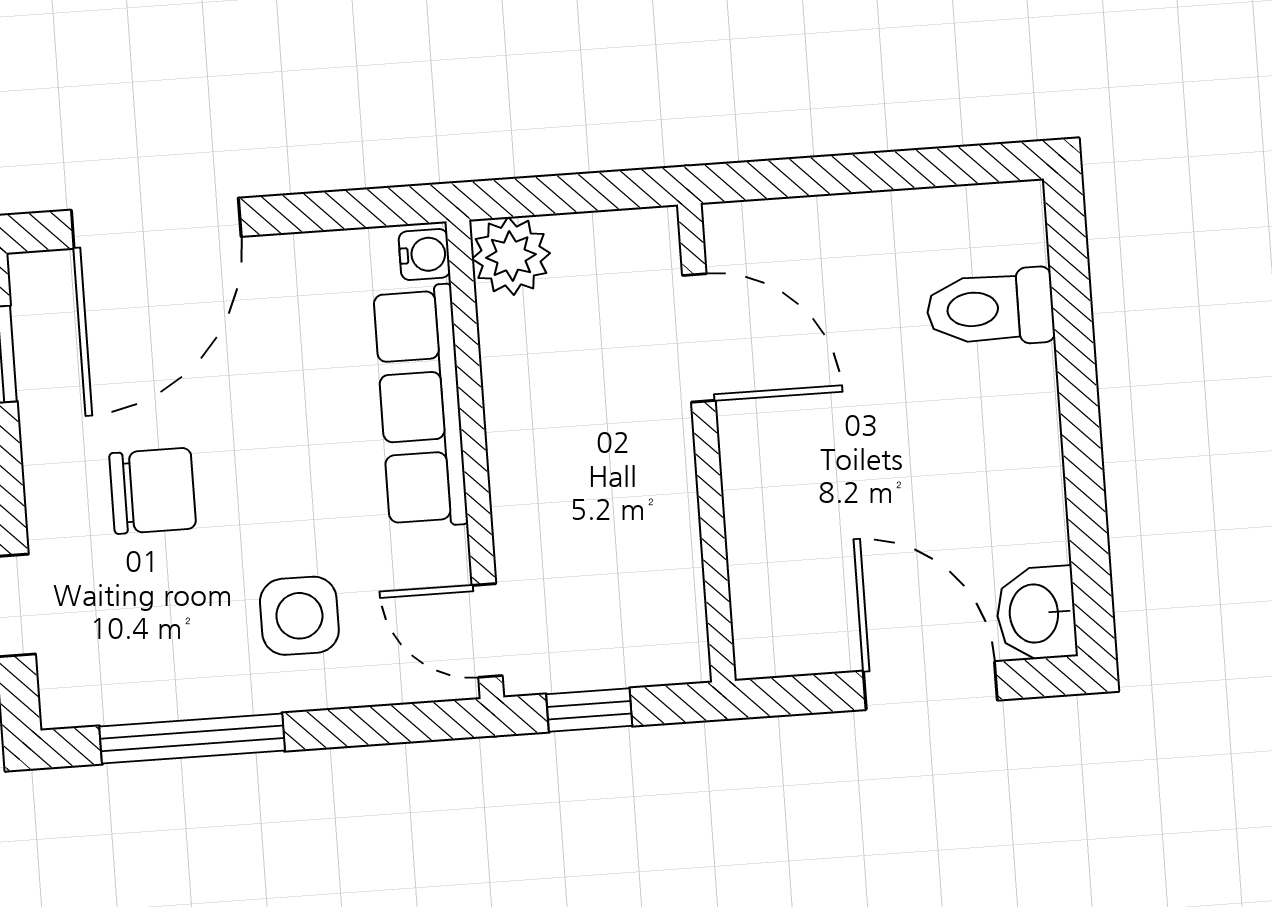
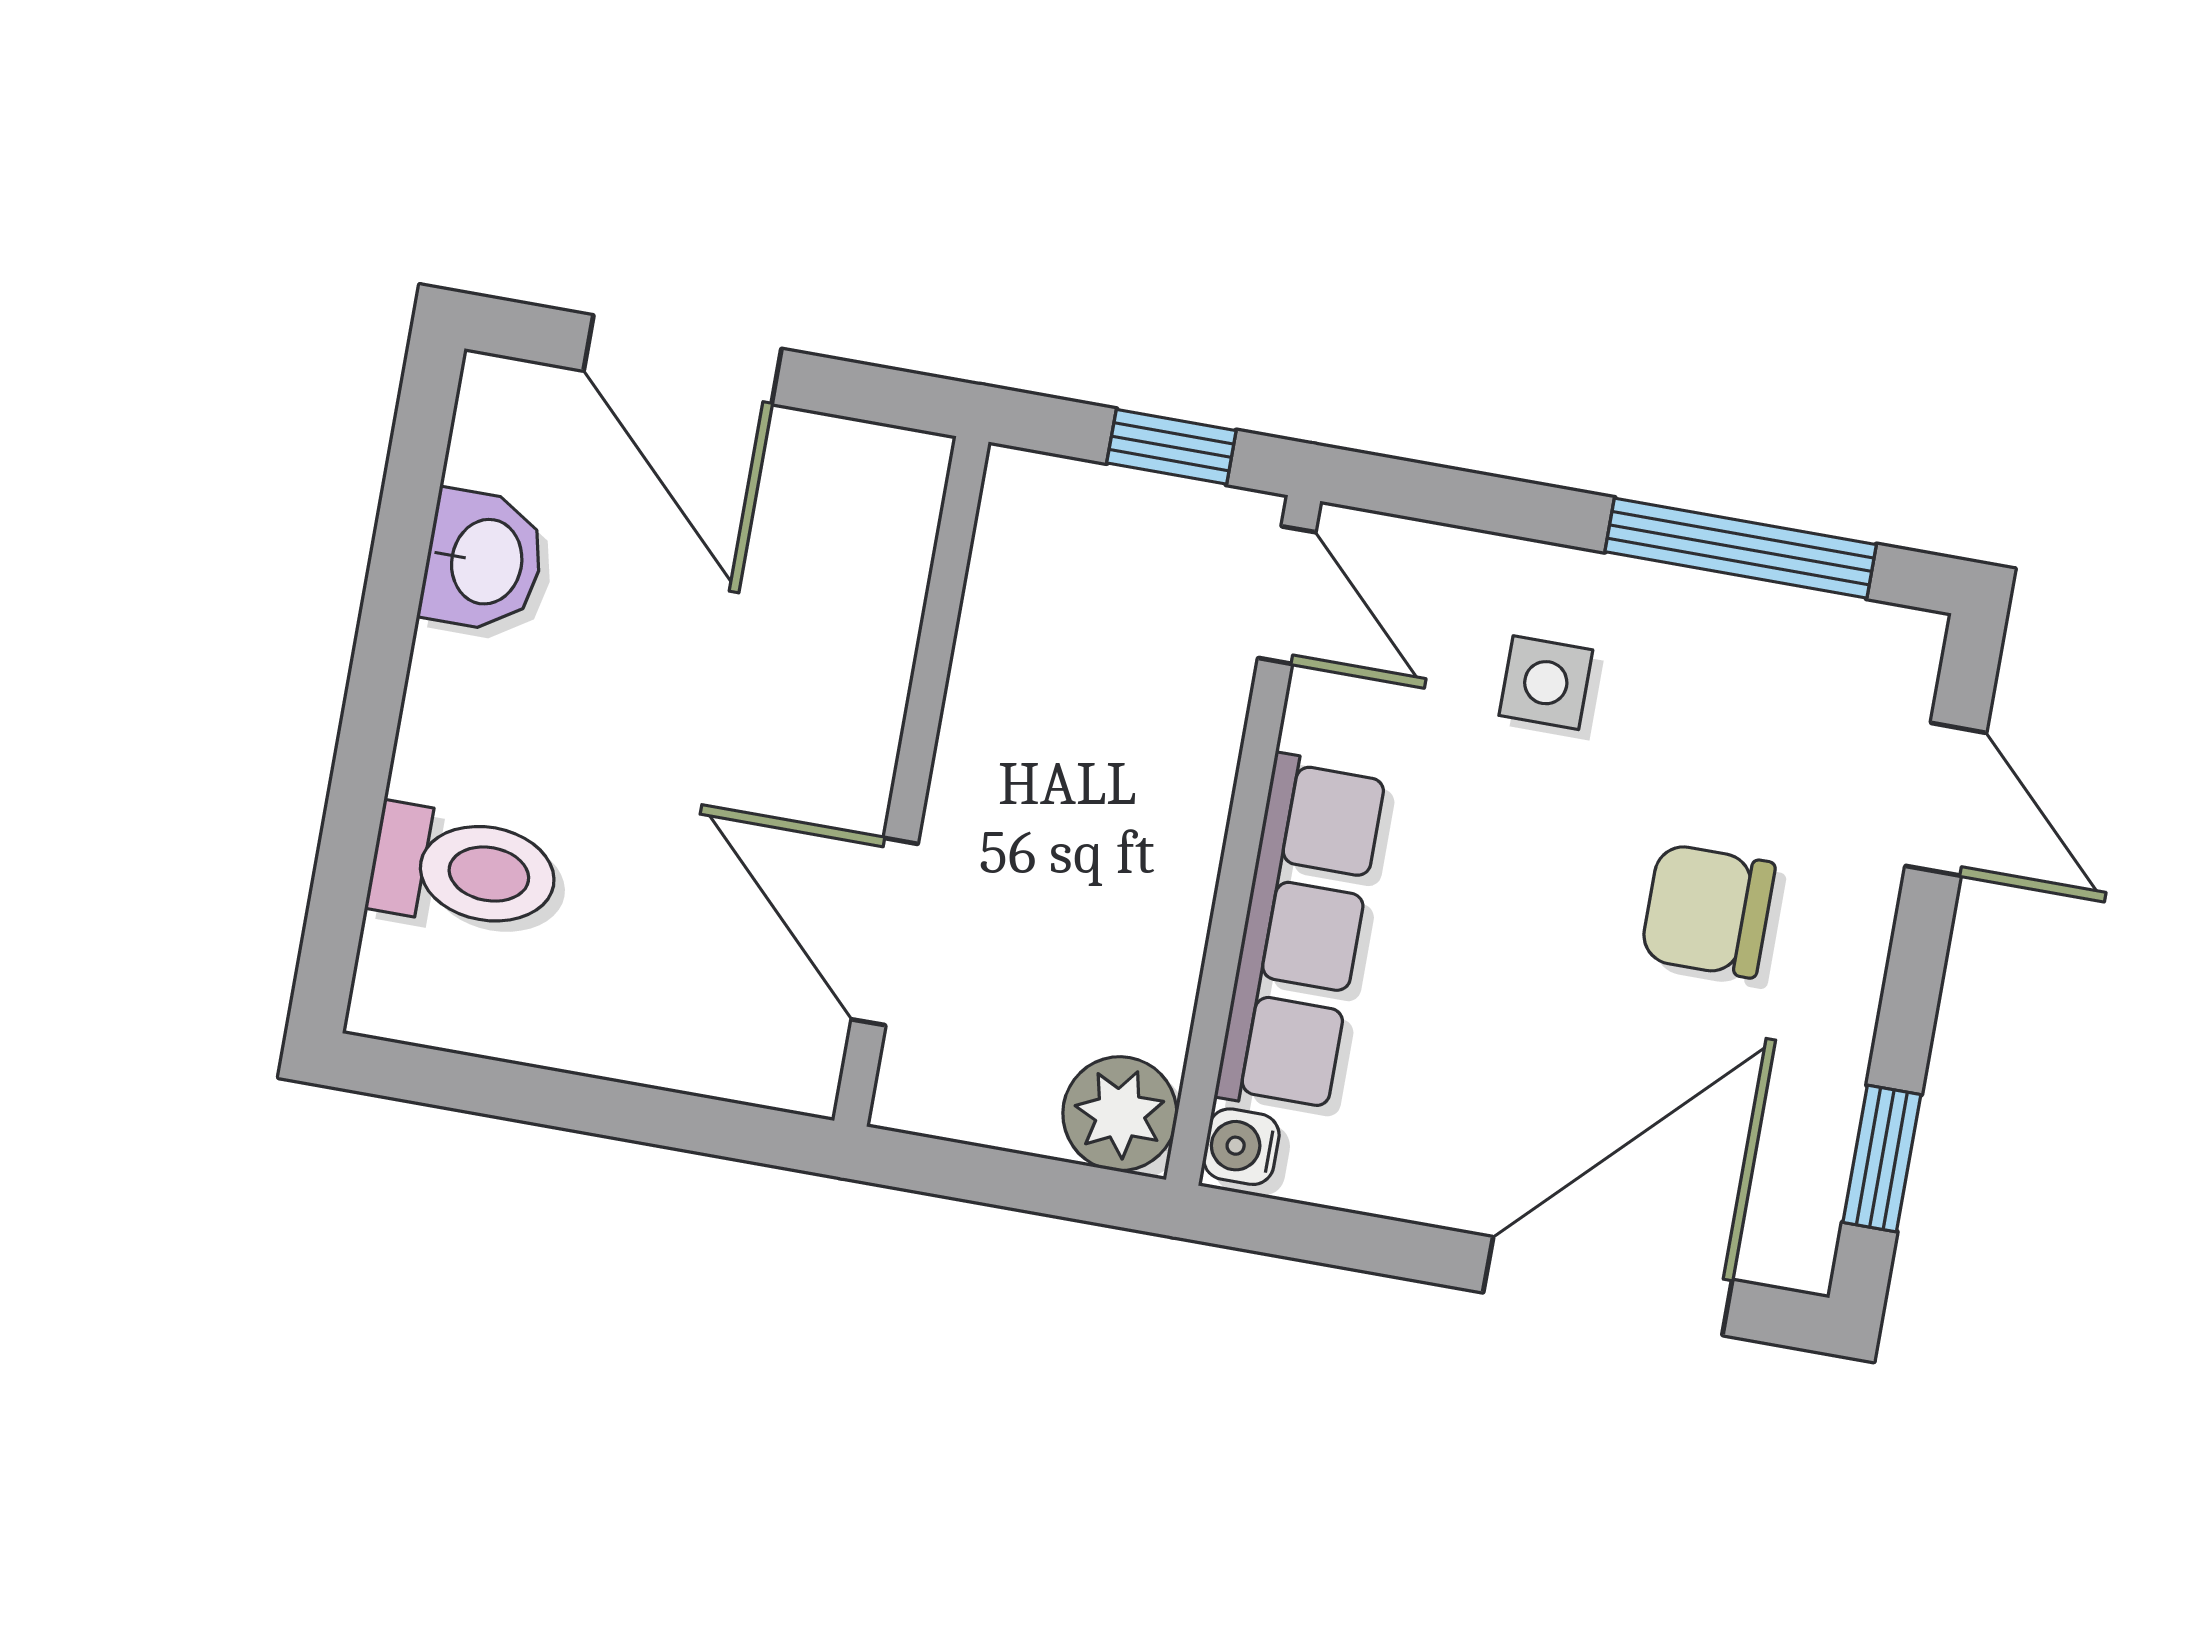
washbasin: (1036, 613) -> (483, 561), moved
side table: (299, 616) -> (1546, 683), width x0.73, depth x0.73

